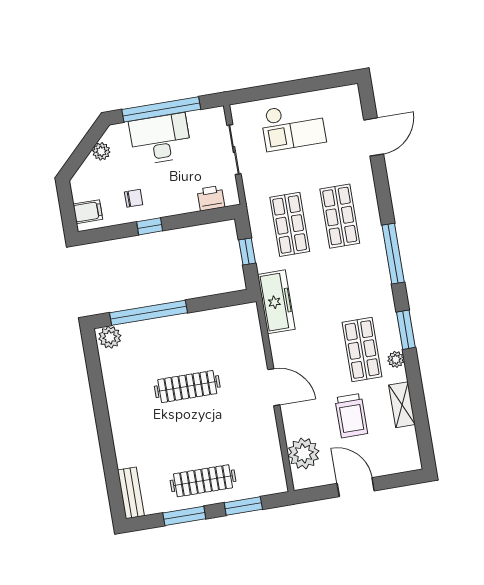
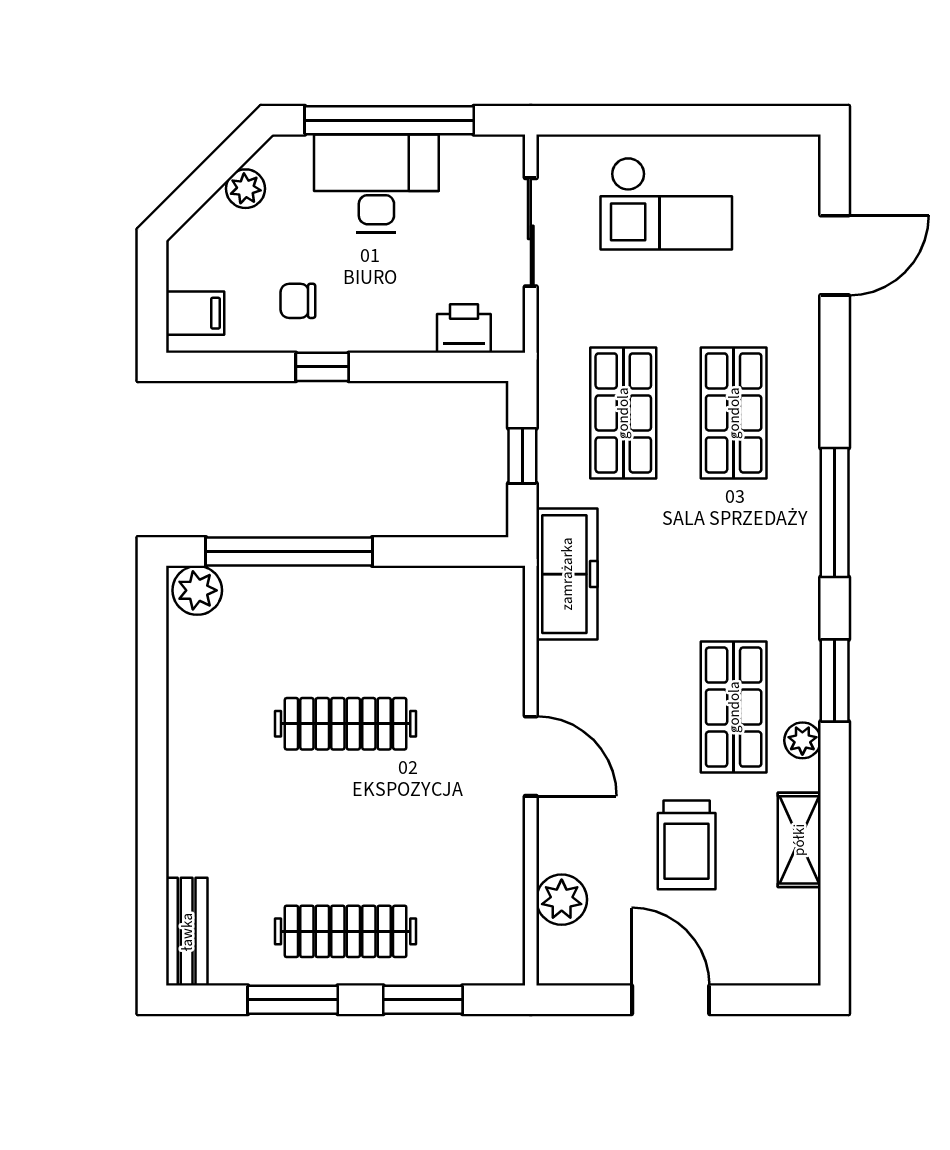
chair: (134, 198) -> (298, 301), turned 180
plant: (304, 453) -> (562, 900), width x0.73, depth x0.73

